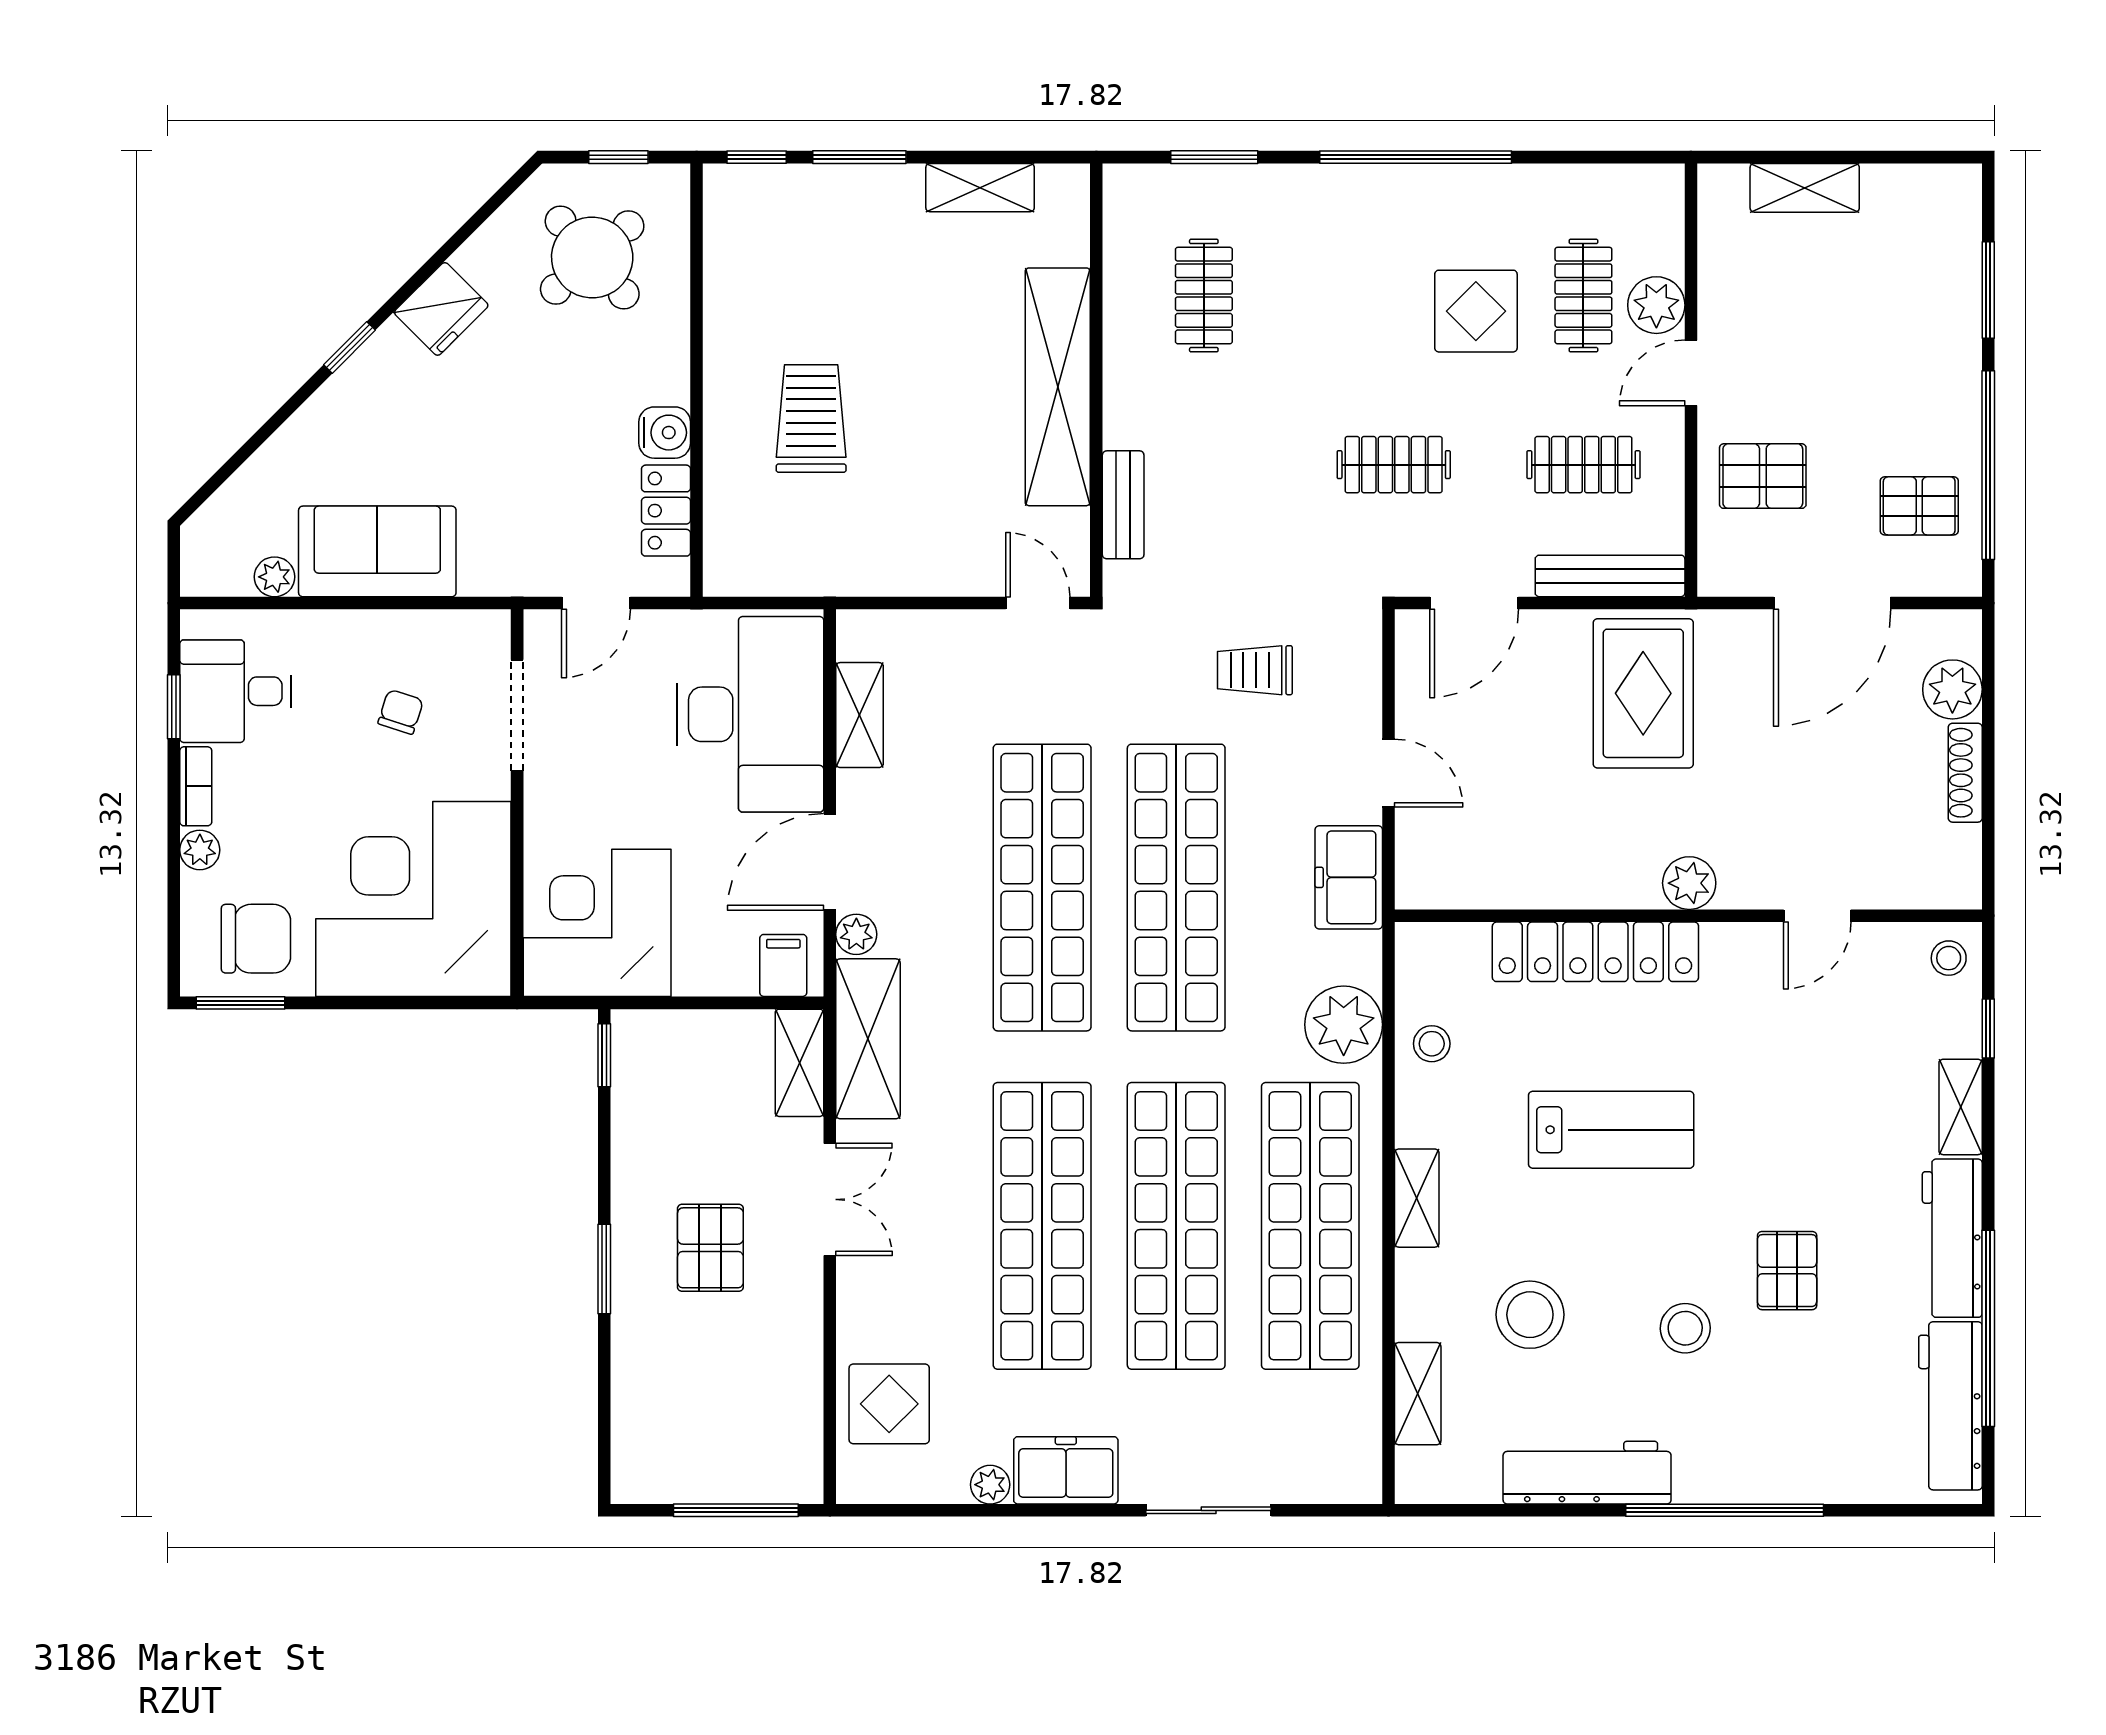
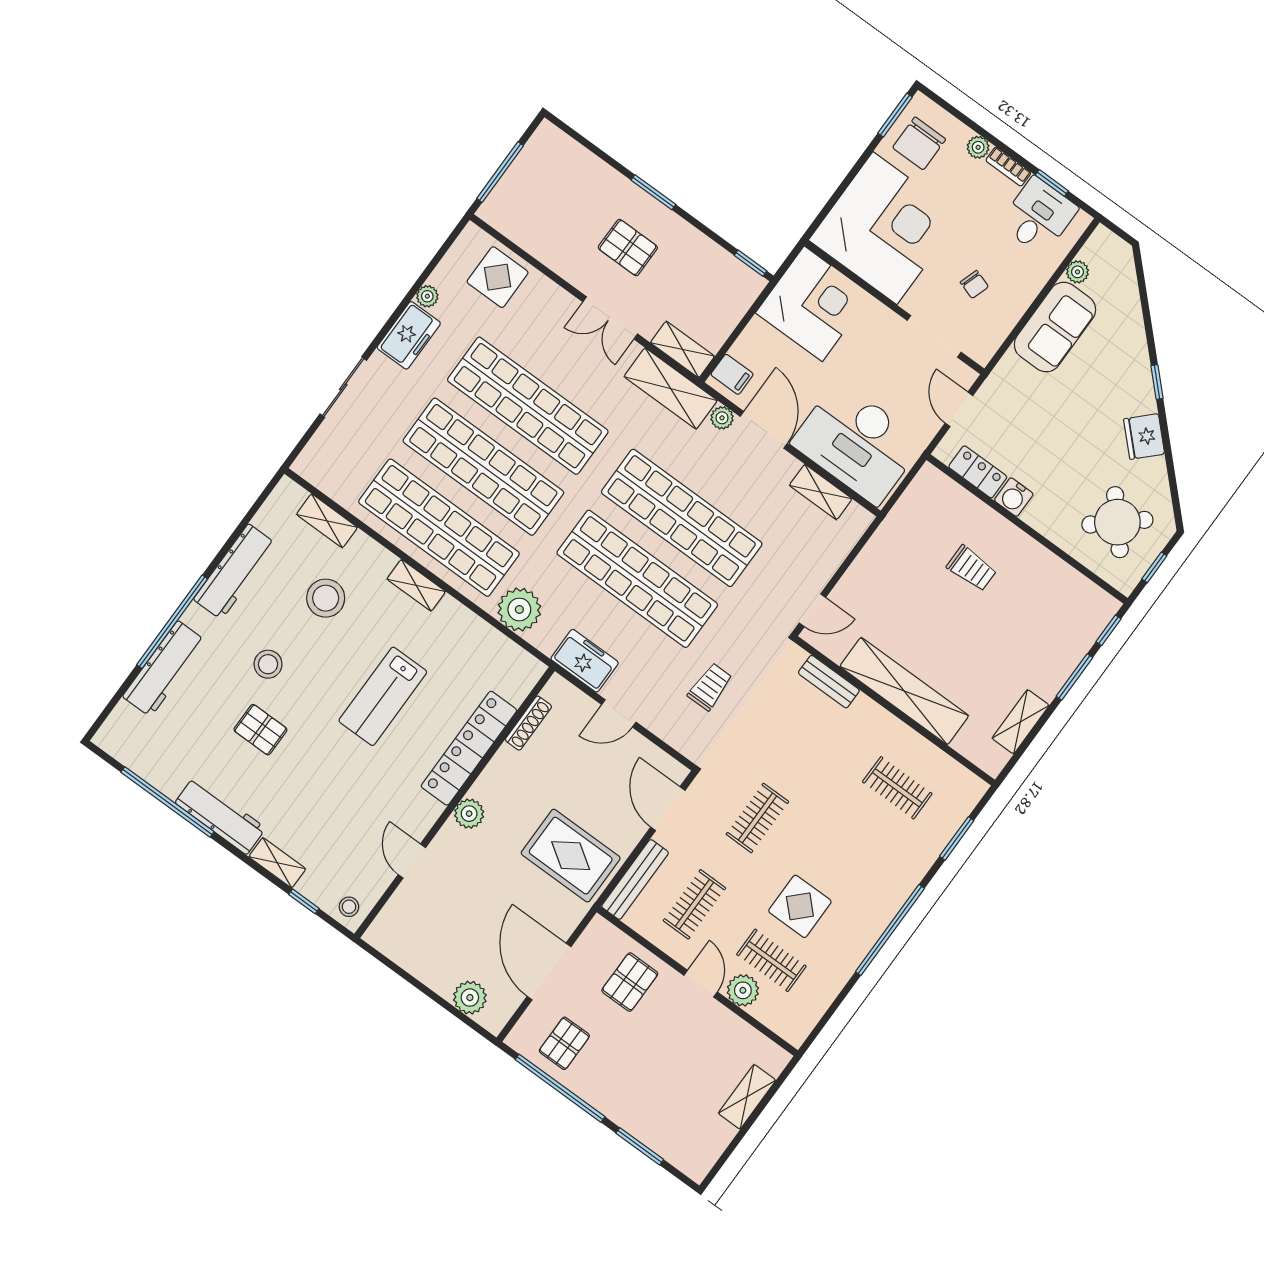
trolley: (811, 419) -> (972, 568), width x0.73, depth x0.72
shoe rack: (1965, 773) -> (528, 723), moved, turned 90
stool: (1432, 1044) -> (481, 643), removed
workbench: (1950, 1406) -> (164, 669), moved, turned 90

